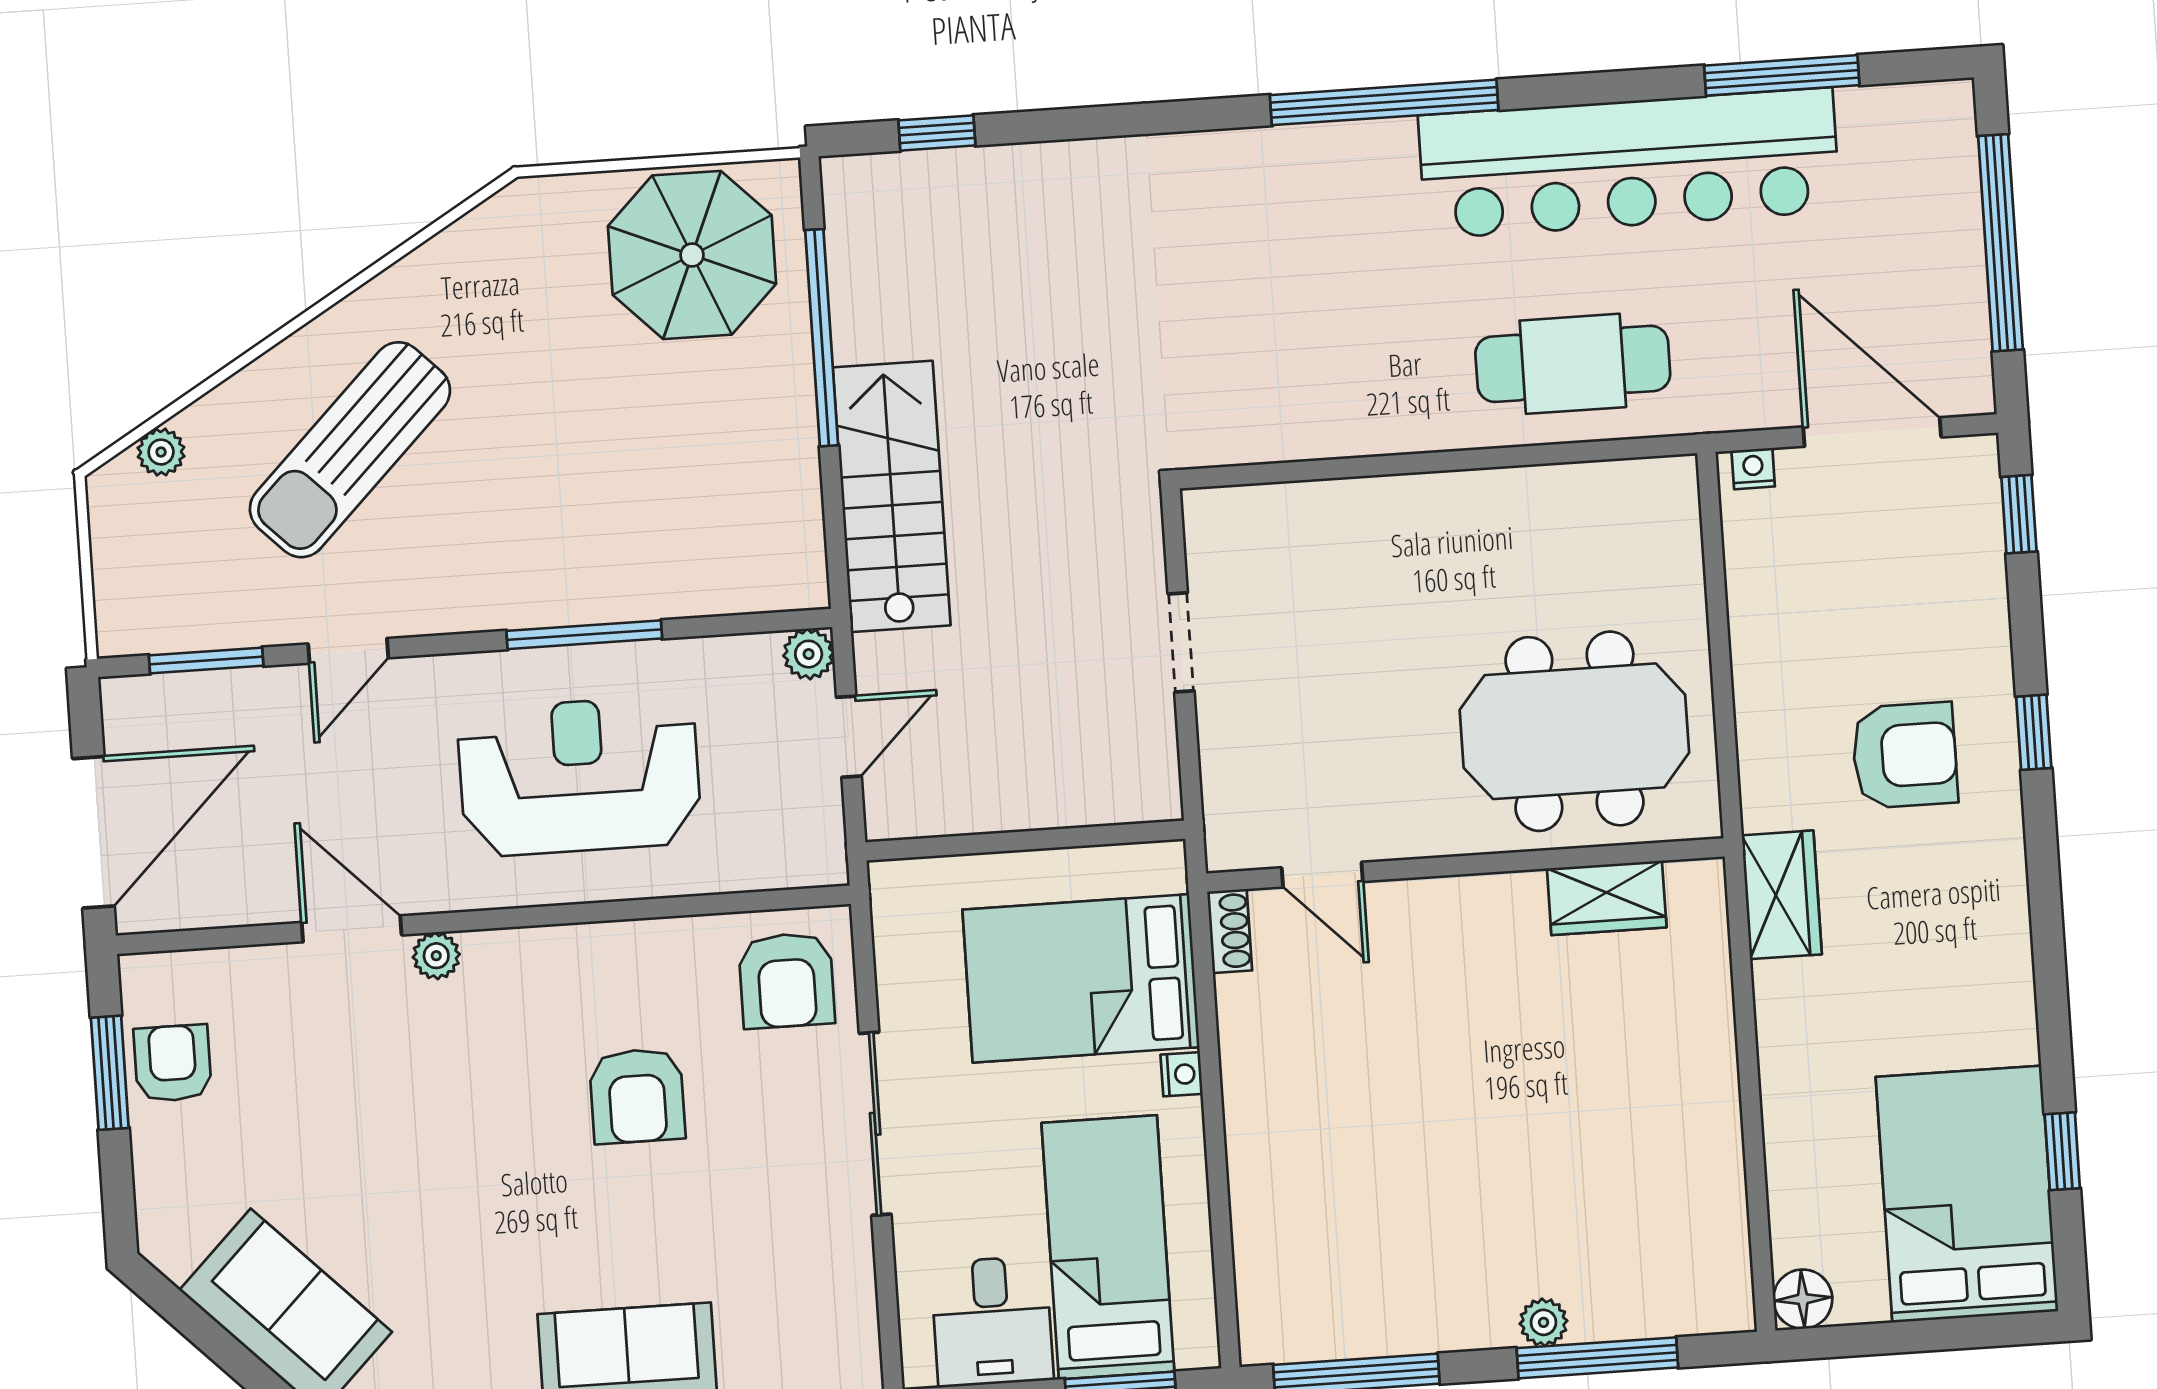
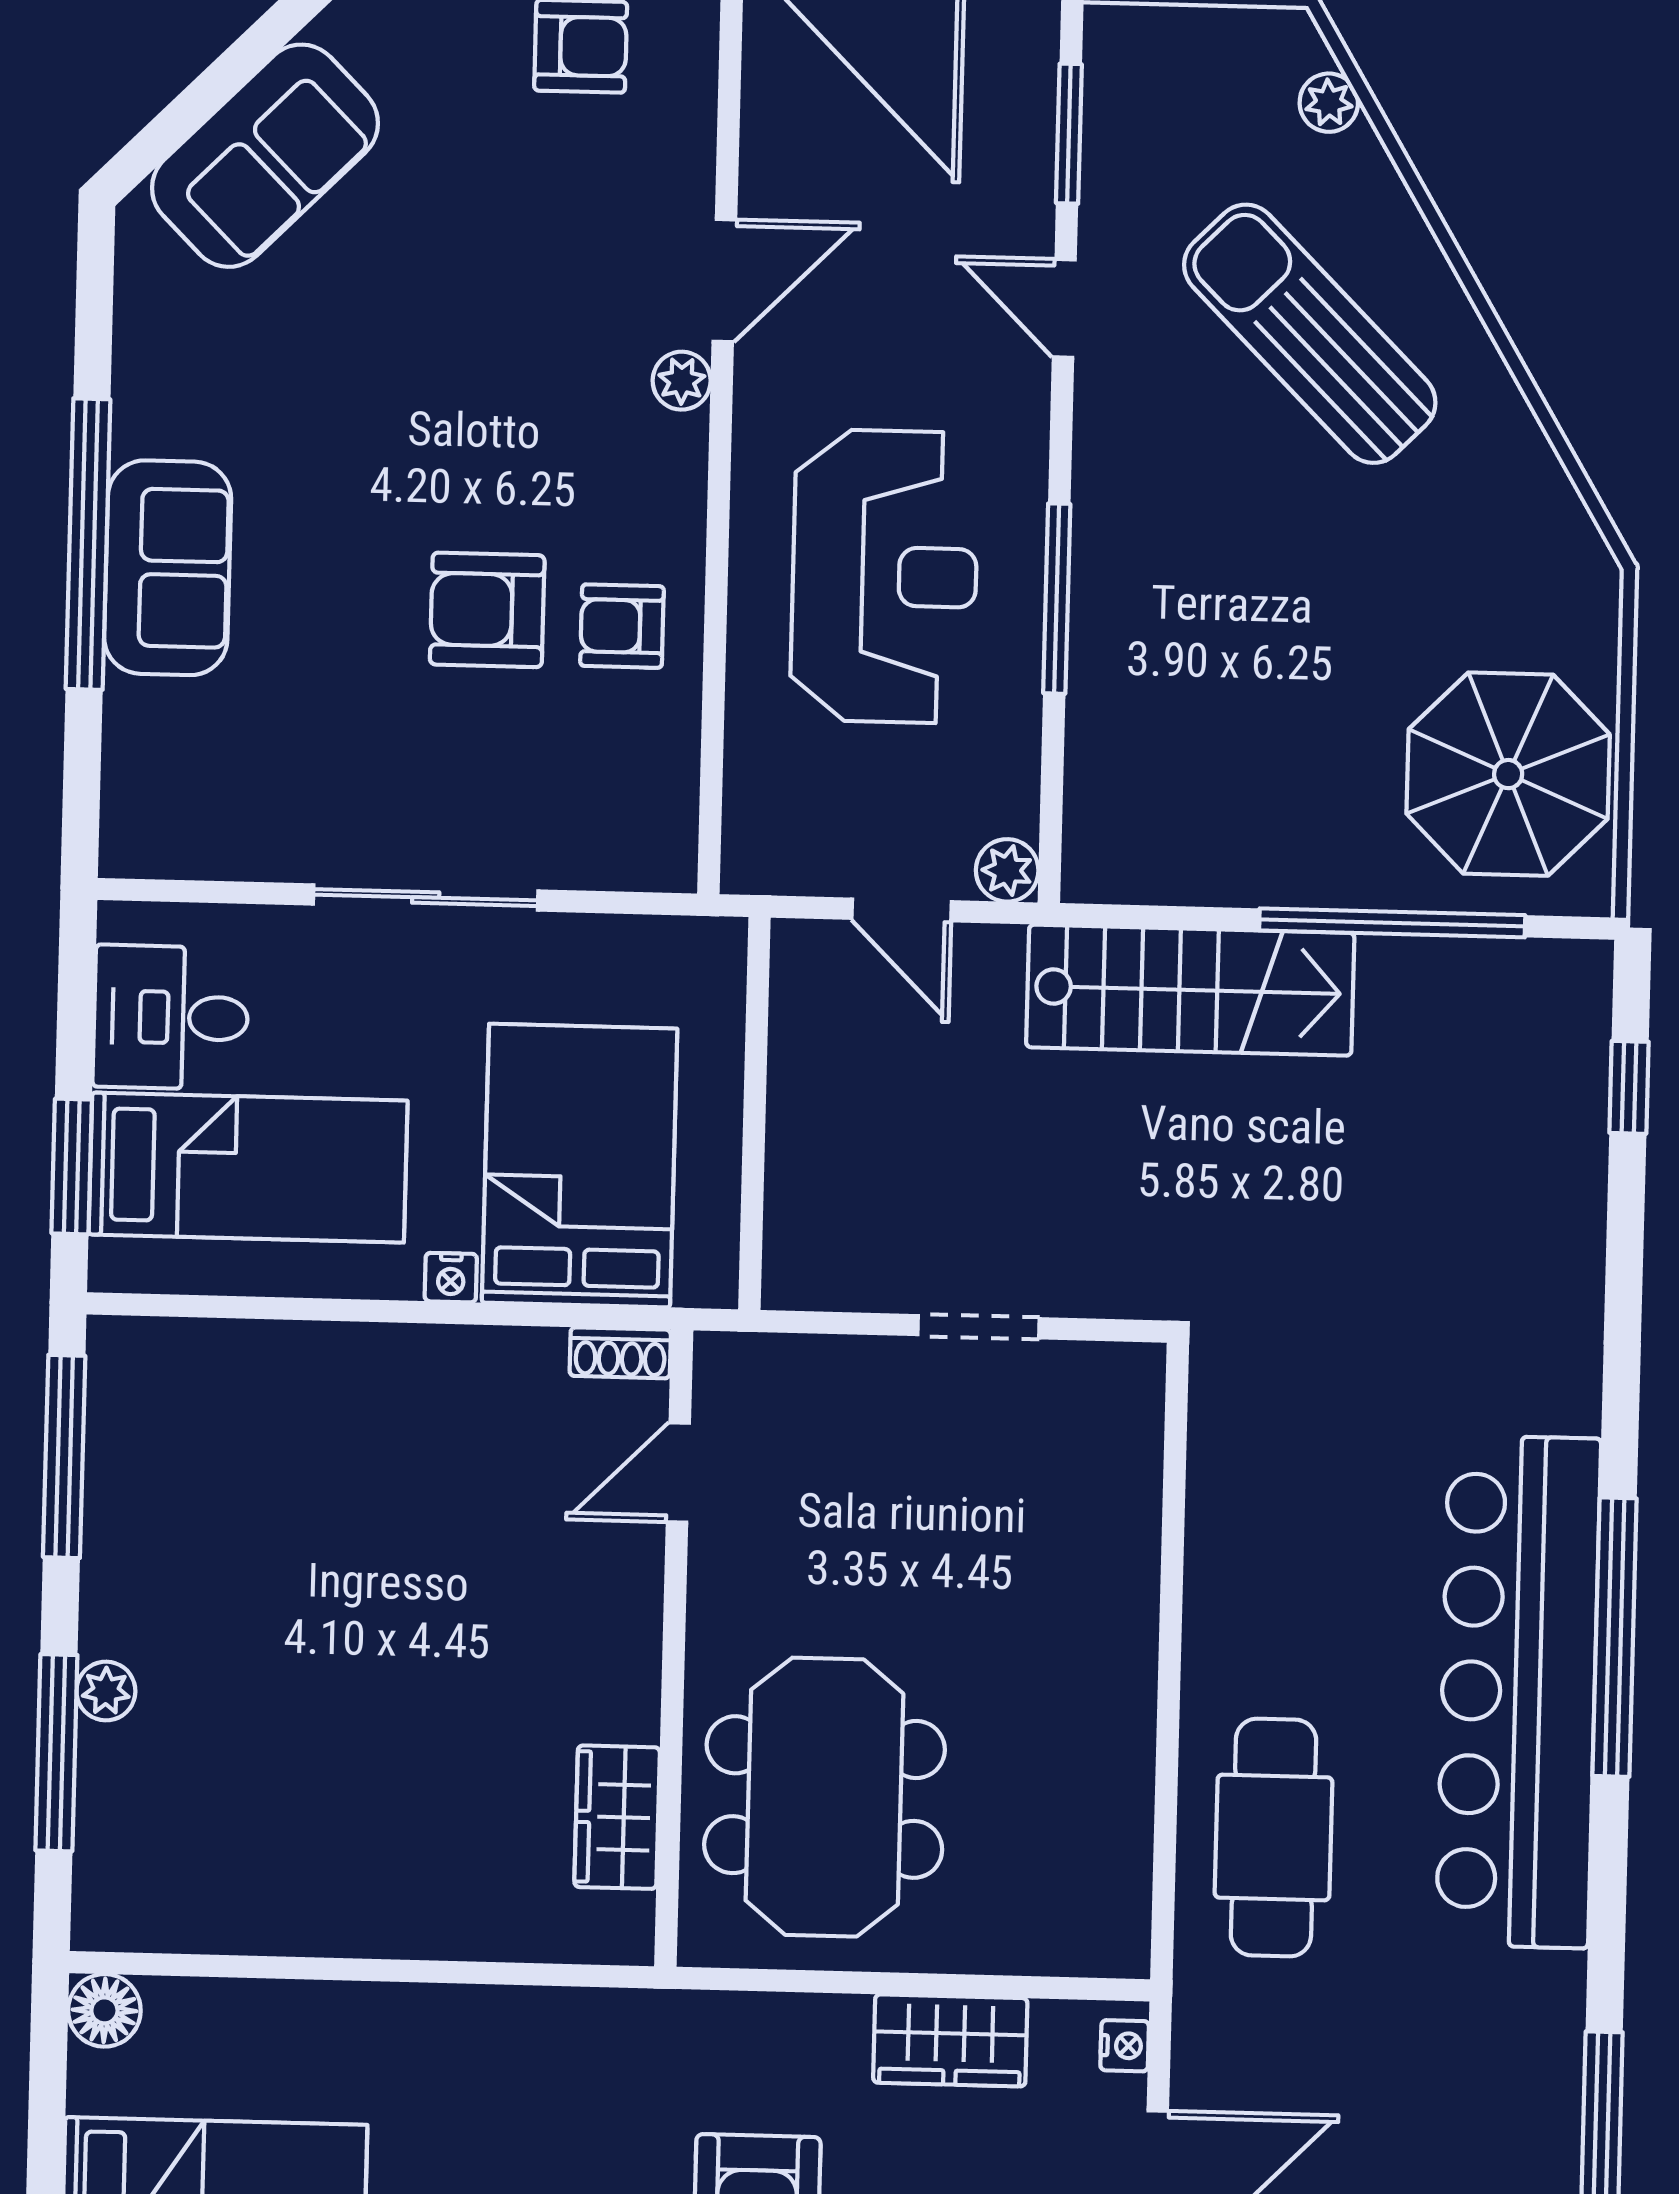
bar counter: (1629, 163) -> (1518, 1692), moved
wardrobe: (1782, 895) -> (950, 2040), moved
armchair: (787, 980) -> (622, 626), moved, width x0.72, depth x0.72

